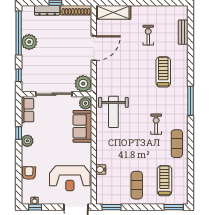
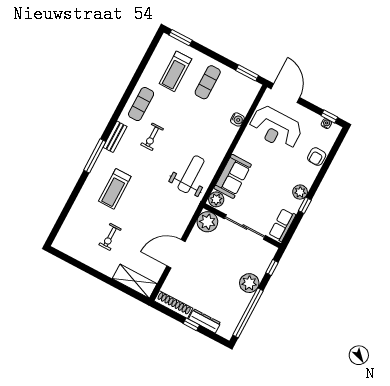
bench: (183, 32) -> (115, 137), moved
plant: (29, 42) -> (249, 283), moved
window: (191, 101) -> (95, 156), moved
reception desk: (70, 178) -> (276, 128), turned 180

